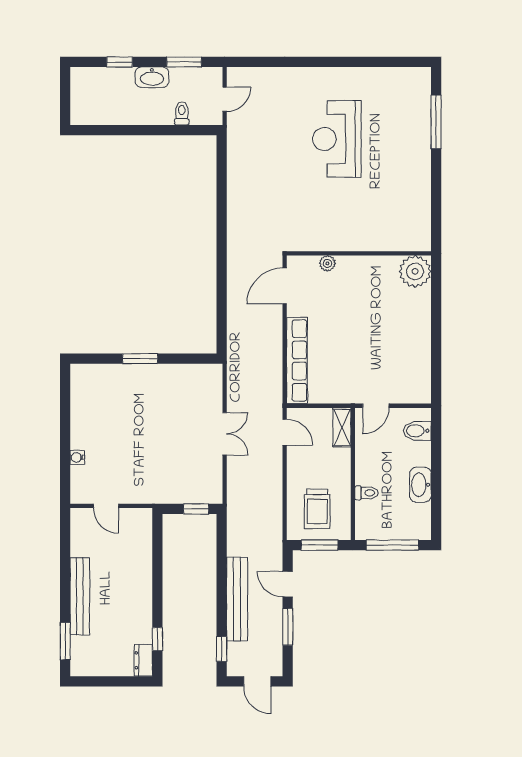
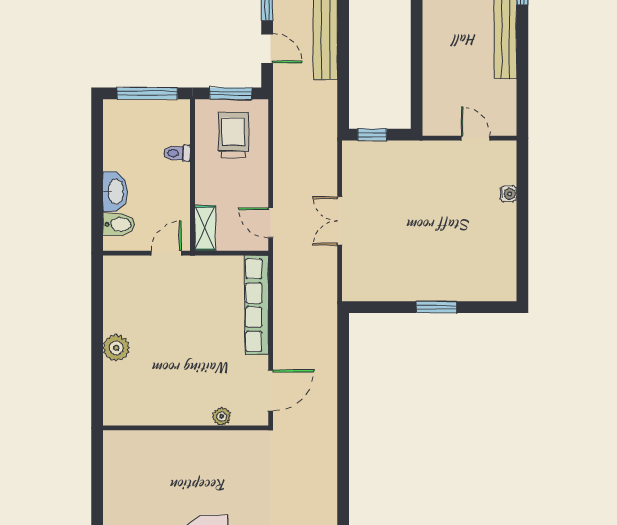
plant: (415, 271) -> (116, 348), moved, width x0.73, depth x0.73
washbasin: (420, 485) -> (115, 192), moved

